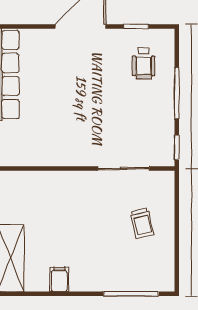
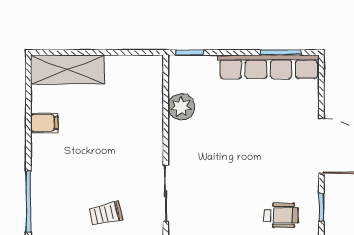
wheelchair: (144, 63) -> (281, 215), turned 180
plant: (45, 154) -> (181, 107), added

